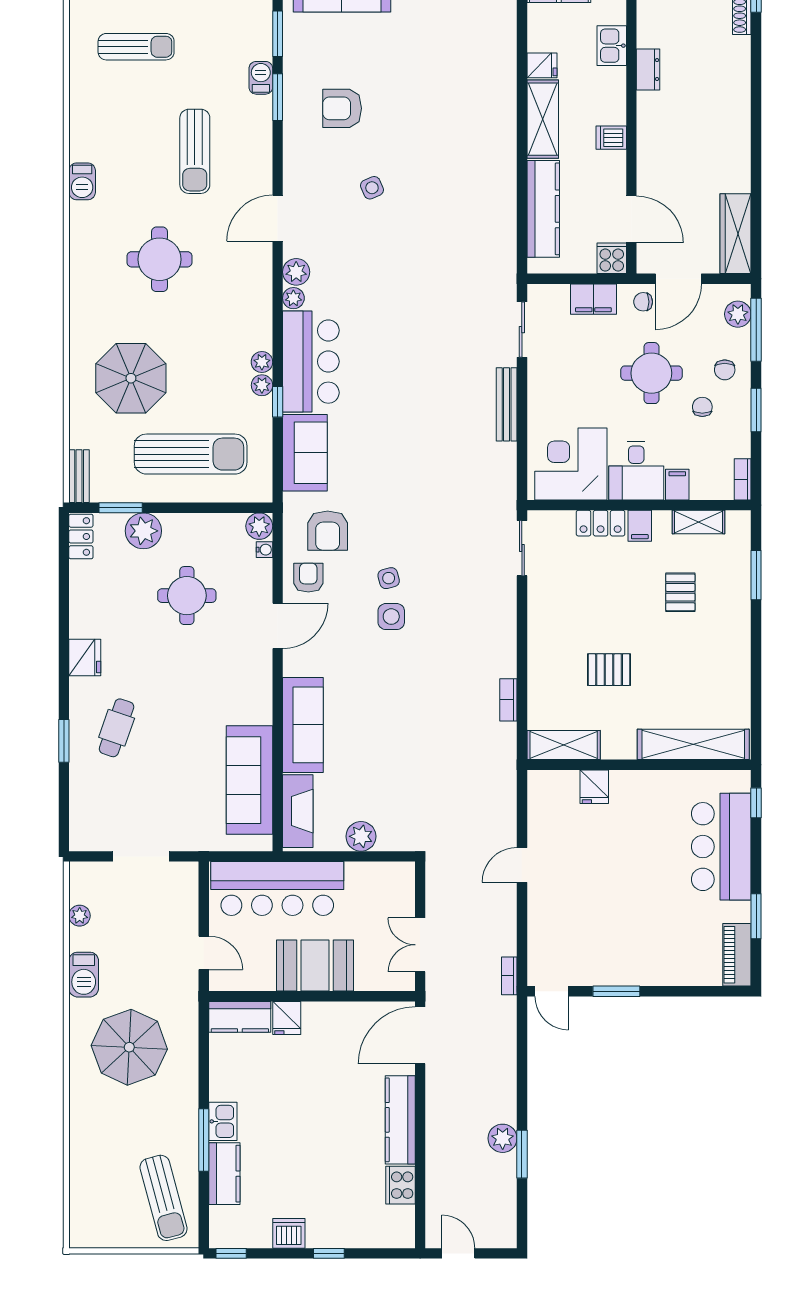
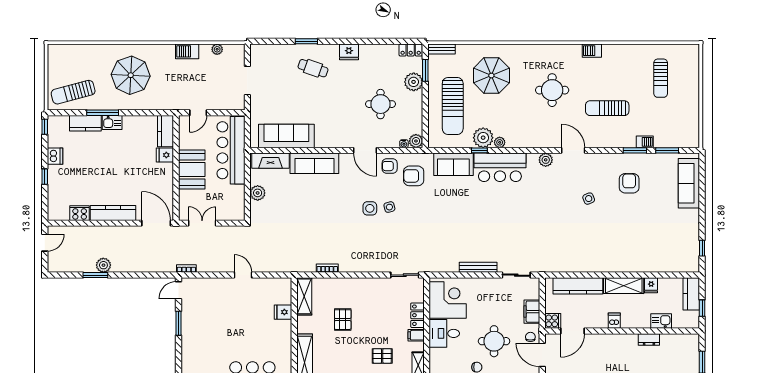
plant: (293, 298) -> (532, 158), removed
plant: (262, 385) -> (483, 138), width x1.88, depth x1.88
filing cabinet: (677, 485) -> (437, 354), removed
armchair: (308, 578) -> (390, 166), turned 180
parasol: (129, 1047) -> (131, 75), moved

